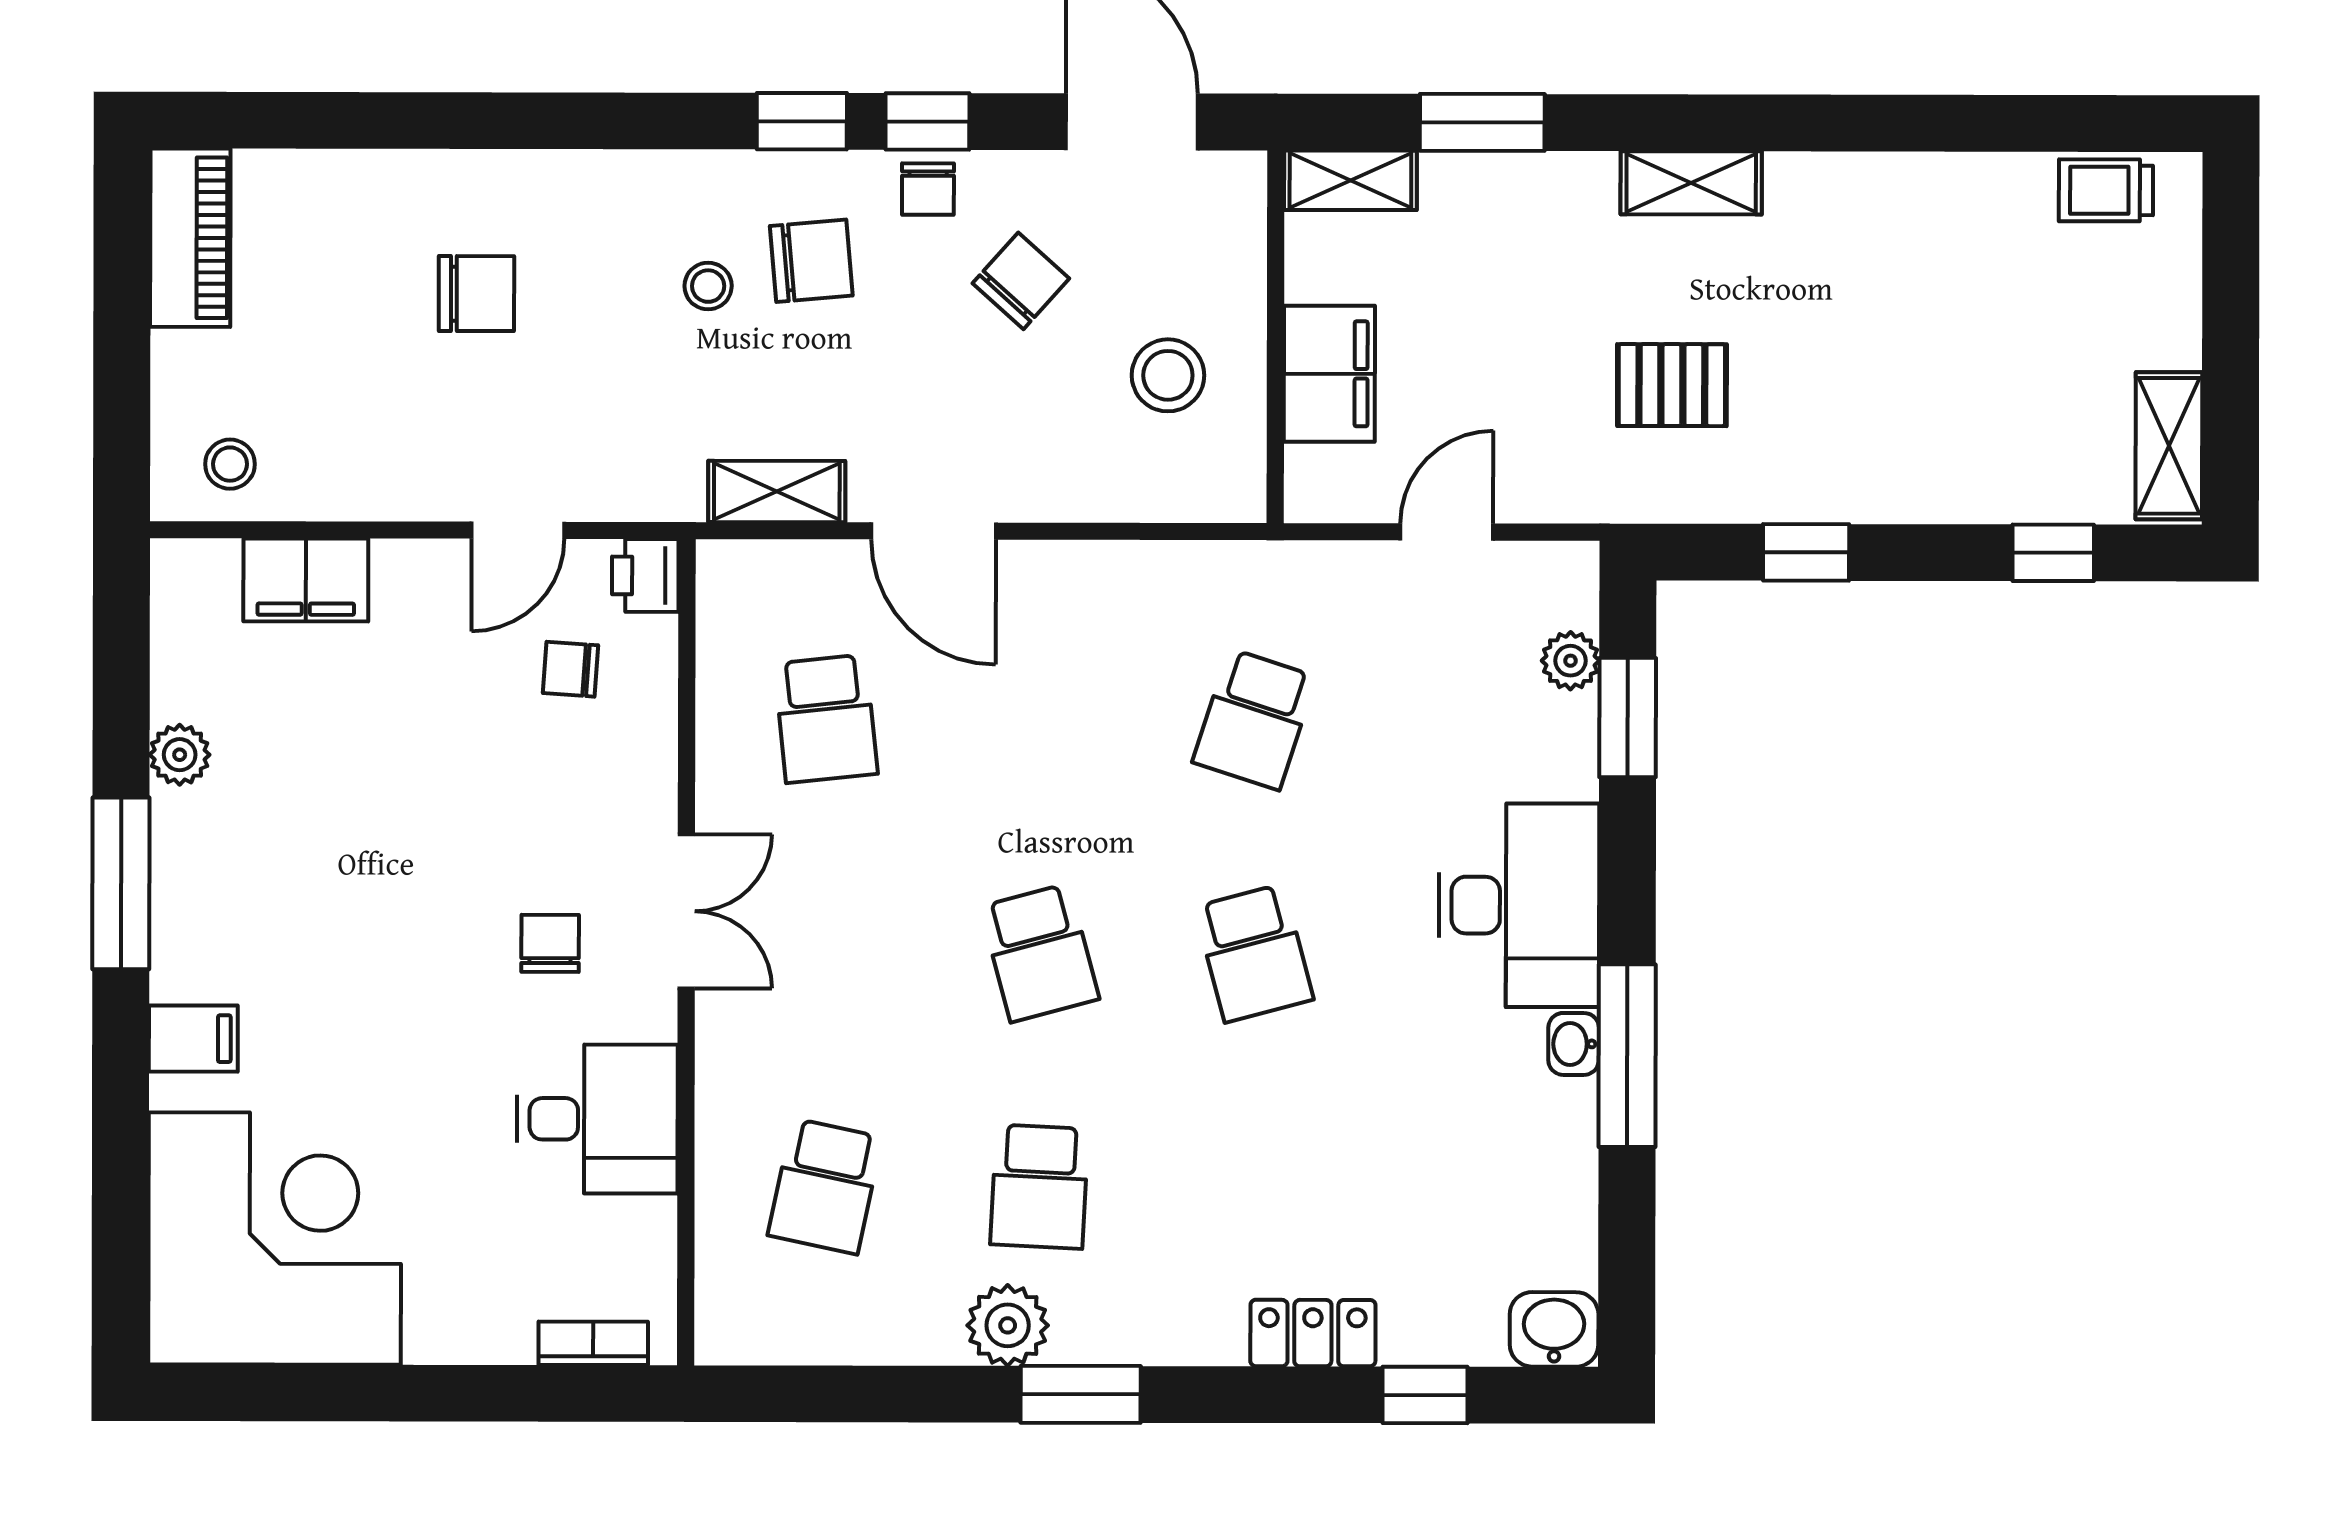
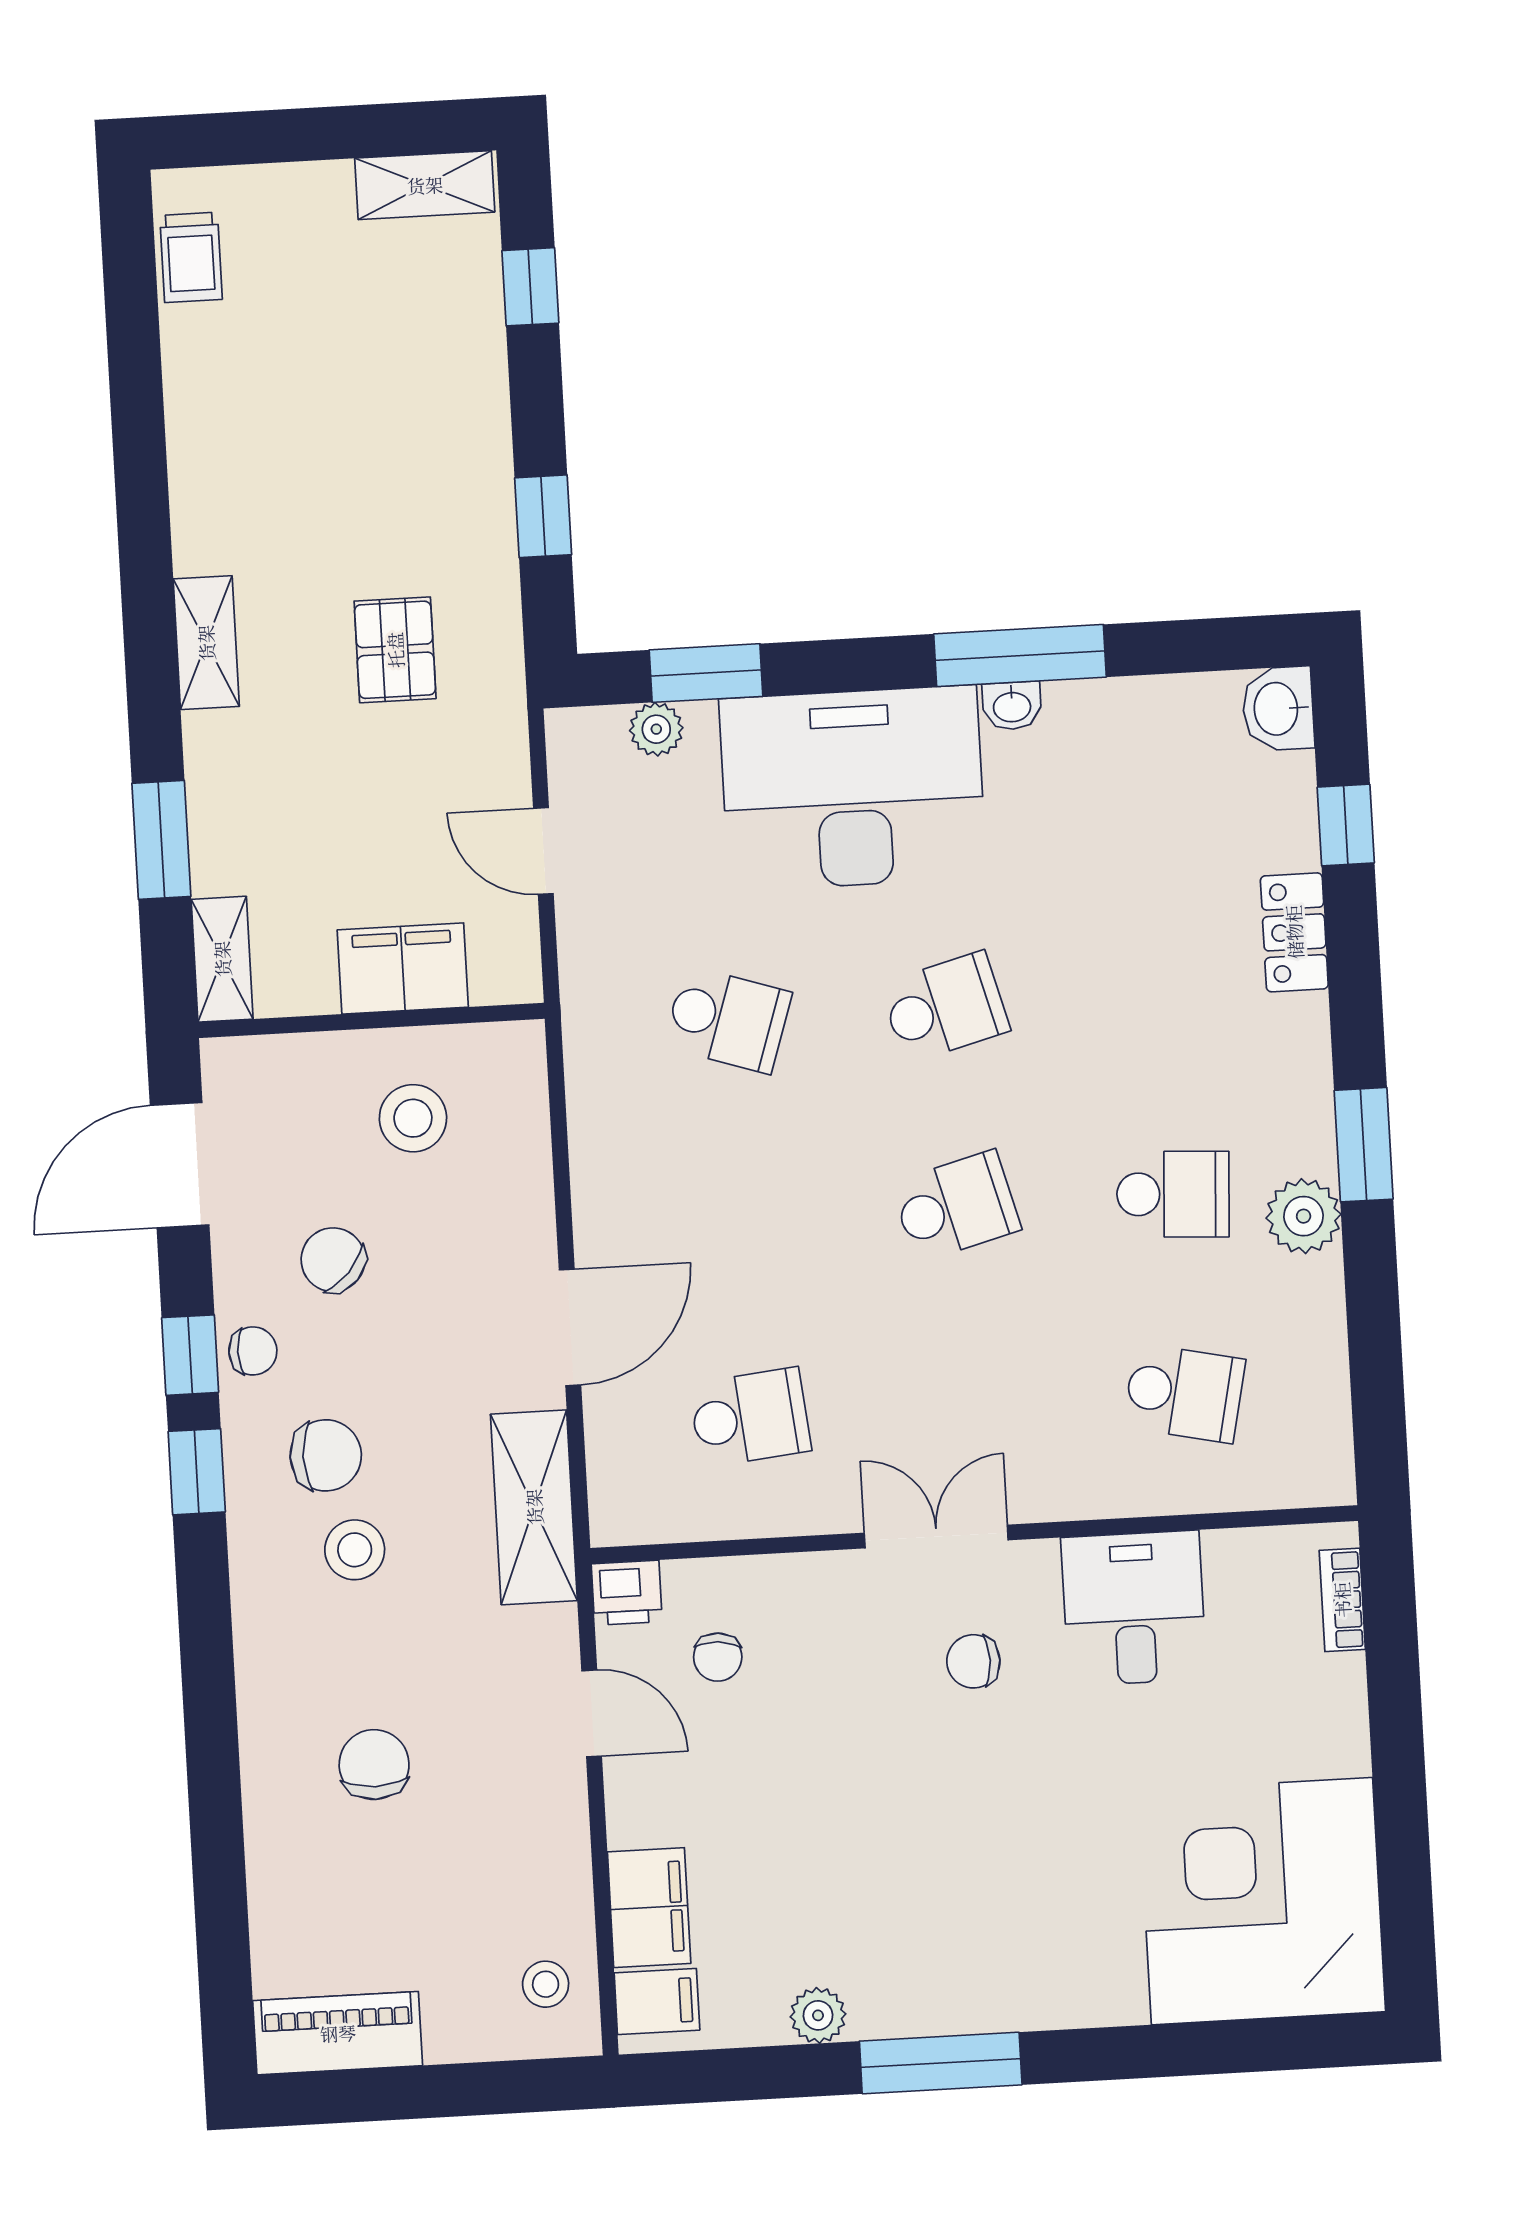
chair: (811, 261) -> (326, 1455), turned 95
stool: (708, 286) -> (355, 1550), width x1.37, depth x1.37
shelving: (777, 491) -> (534, 1507), width x1.50, depth x1.33
desk: (1519, 905) -> (853, 788), width x1.36, depth x1.30
filing cabinet: (193, 1039) -> (657, 2001), moved, turned 90

